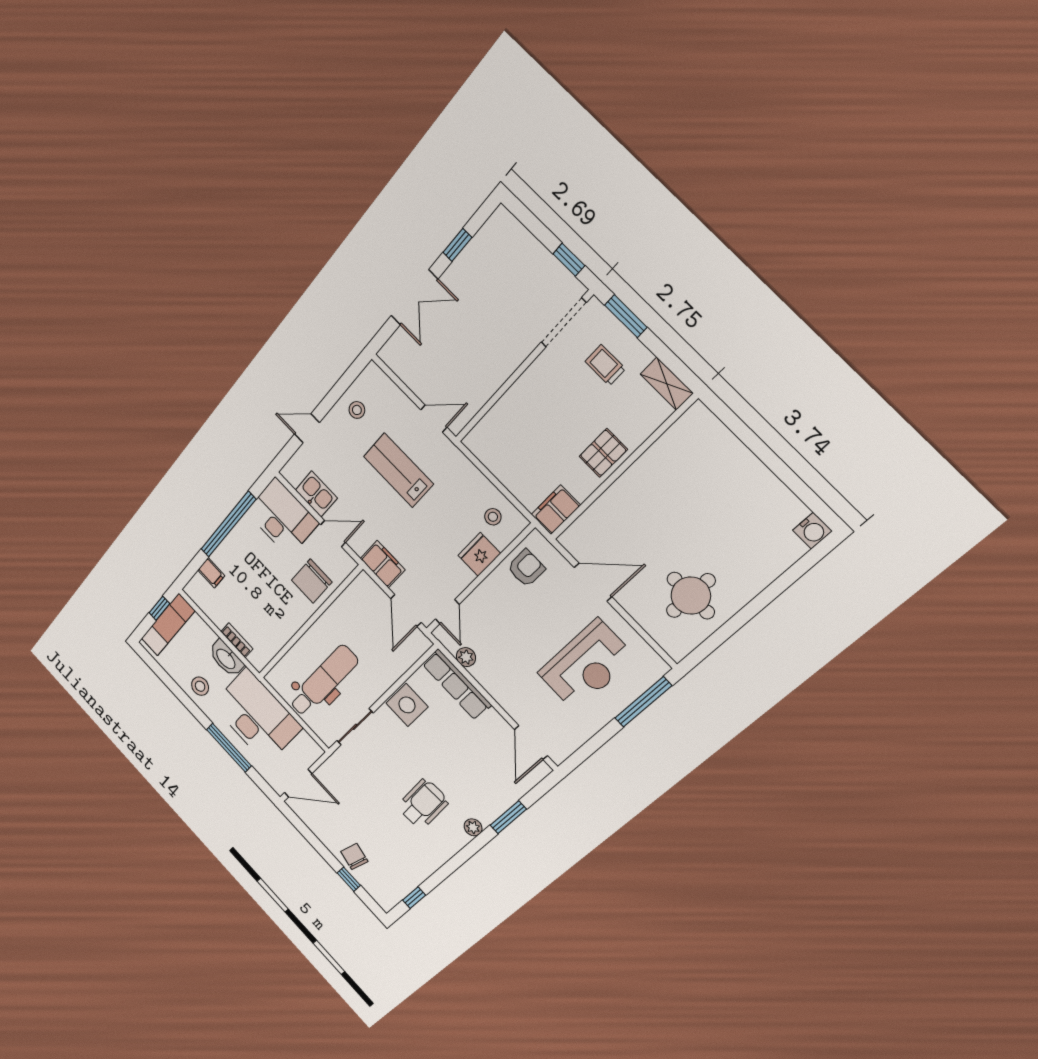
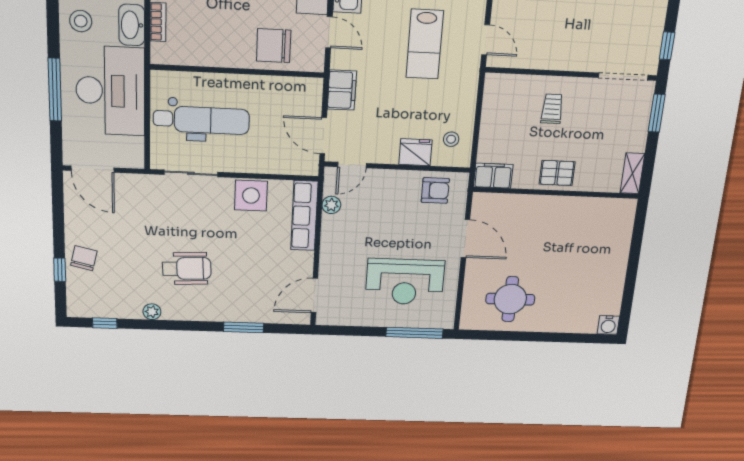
trolley: (605, 365) -> (552, 109), moved
lab bench: (398, 470) -> (425, 44), turned 180
door: (406, 610) -> (323, 136), hinge flipped
plant: (473, 827) -> (152, 312), moved

